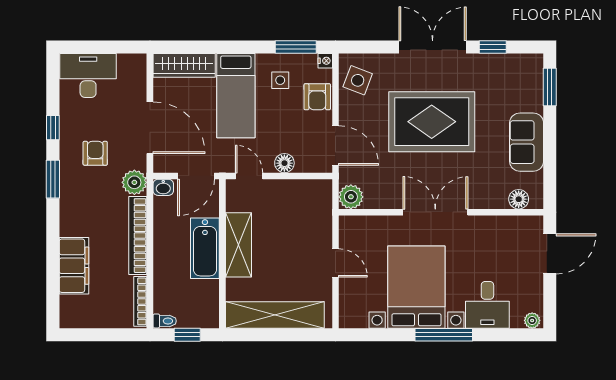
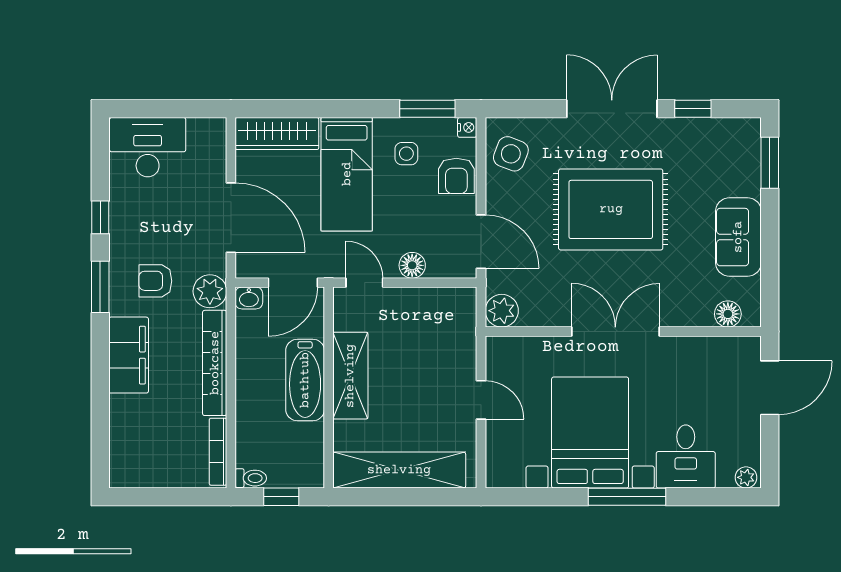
armchair: (95, 153) -> (155, 281), moved, turned -90
filing cabinet: (74, 266) -> (129, 355), moved

